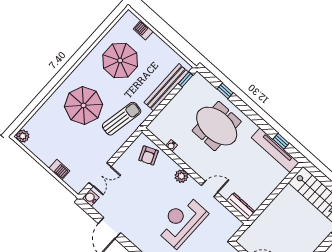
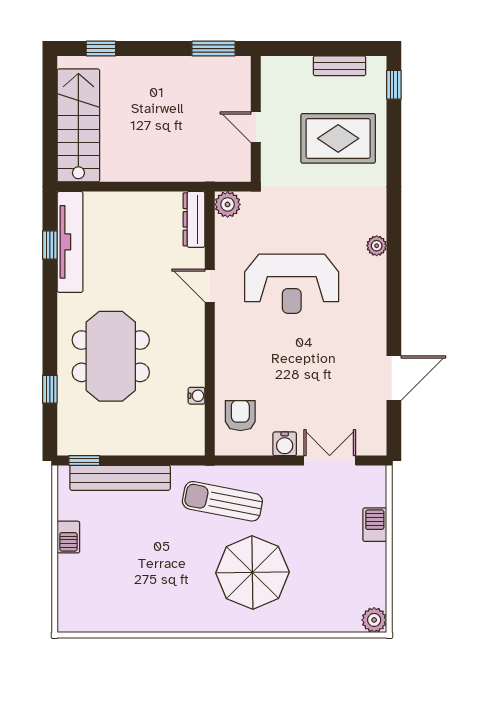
barbecue: (143, 30) -> (68, 537), moved
parasol: (120, 61) -> (141, 578), removed
armchair: (149, 156) -> (240, 416), turned -67
plant: (181, 176) -> (228, 204), moved
water cooler: (91, 198) -> (285, 444), moved

